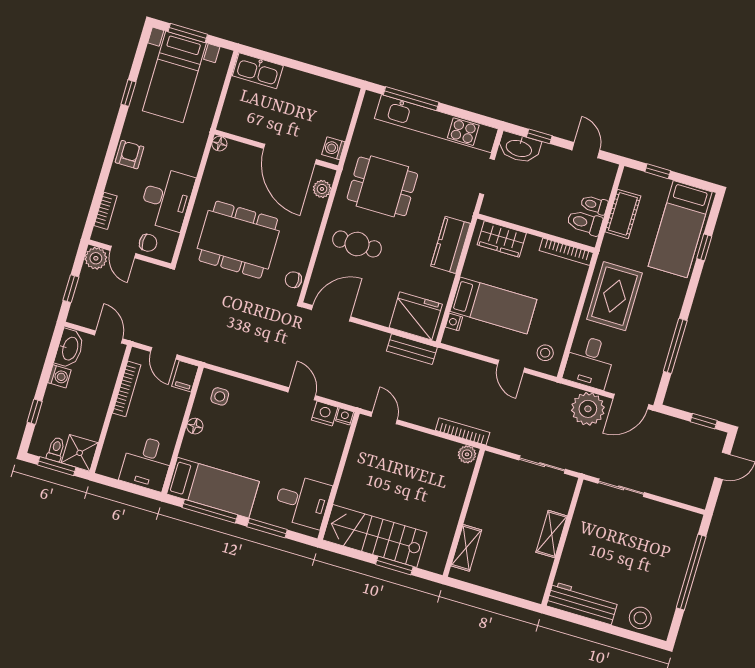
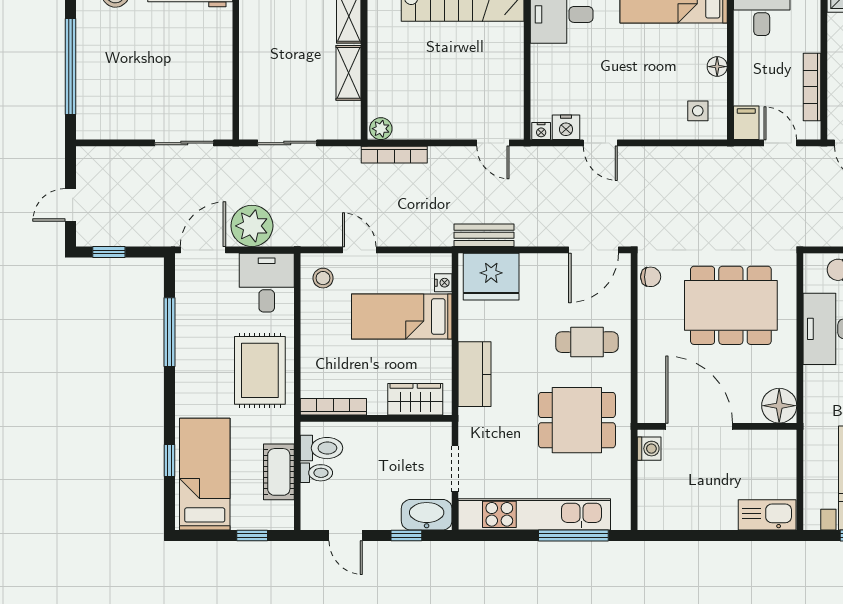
floor lamp: (219, 144) -> (779, 406), width x1.89, depth x1.89
plant: (322, 189) -> (648, 396), removed
shelving: (552, 534) -> (349, 73), moved

